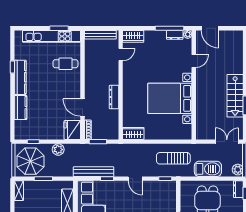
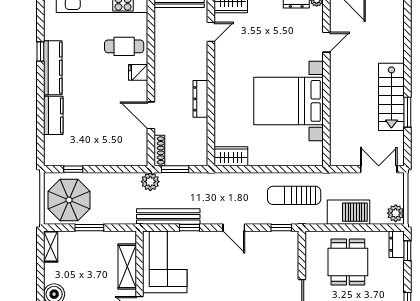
fridge: (72, 130) -> (138, 72), moved, width x0.53, depth x0.75
plant: (58, 150) -> (150, 182), moved

